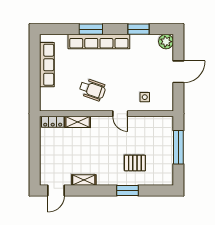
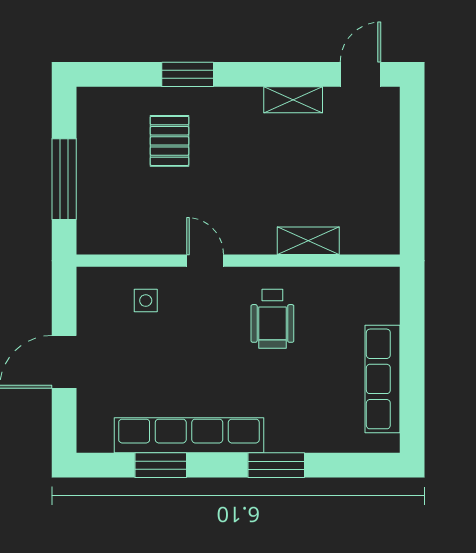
row of seats: (99, 41) -> (189, 435), moved
plant: (166, 42) -> (94, 435), removed
wheelchair: (92, 90) -> (272, 319), turned -109
locker: (53, 122) -> (369, 241), removed
pallet: (135, 163) -> (169, 141), turned 90

